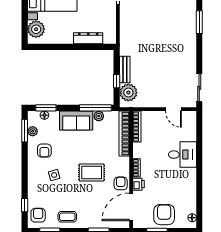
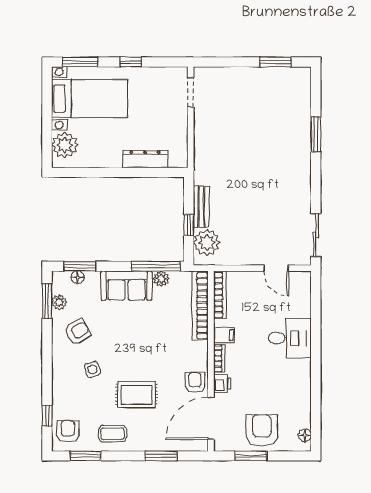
armchair: (44, 151) -> (77, 332), turned -120
filing cabinet: (140, 153) -> (224, 335), added
rug: (92, 173) -> (136, 394), moved

